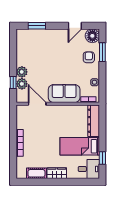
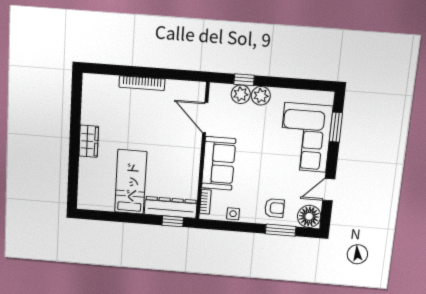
door: (75, 26) -> (329, 190), hinge flipped
corner sofa: (44, 43) -> (305, 137), added
door: (37, 104) -> (205, 117), swing flipped
window: (102, 158) -> (173, 221), moved
desk: (89, 169) -> (93, 193), removed
cot: (36, 173) -> (90, 108), removed

